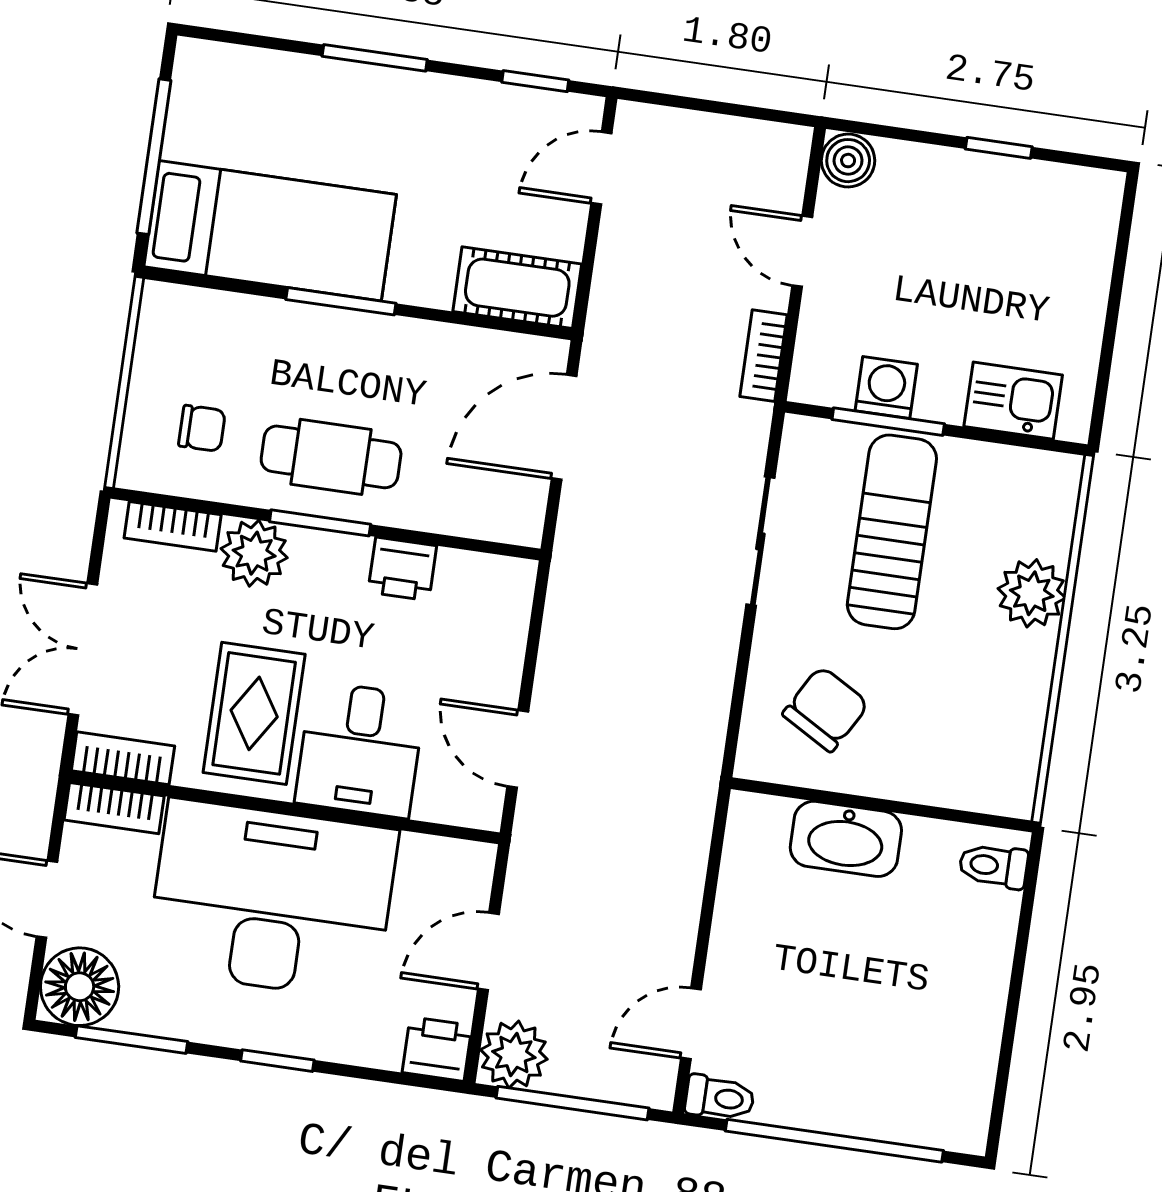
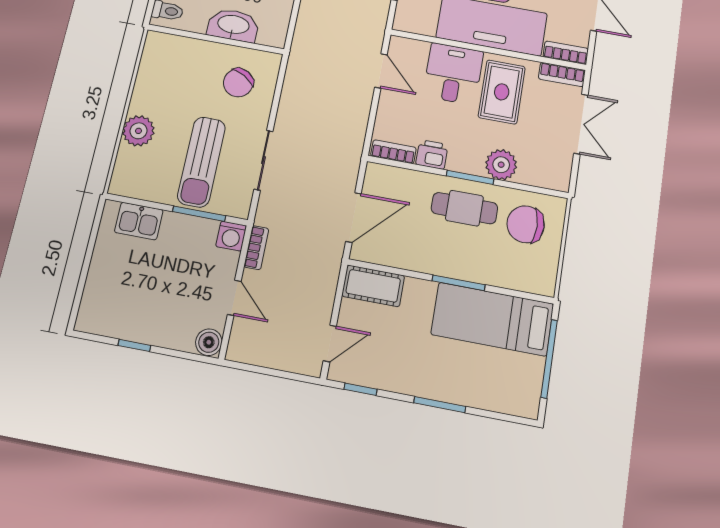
washing machine: (886, 388) -> (231, 236), moved
chair: (202, 428) -> (526, 224), width x1.87, depth x1.87
bookcase: (173, 526) -> (393, 152), moved

